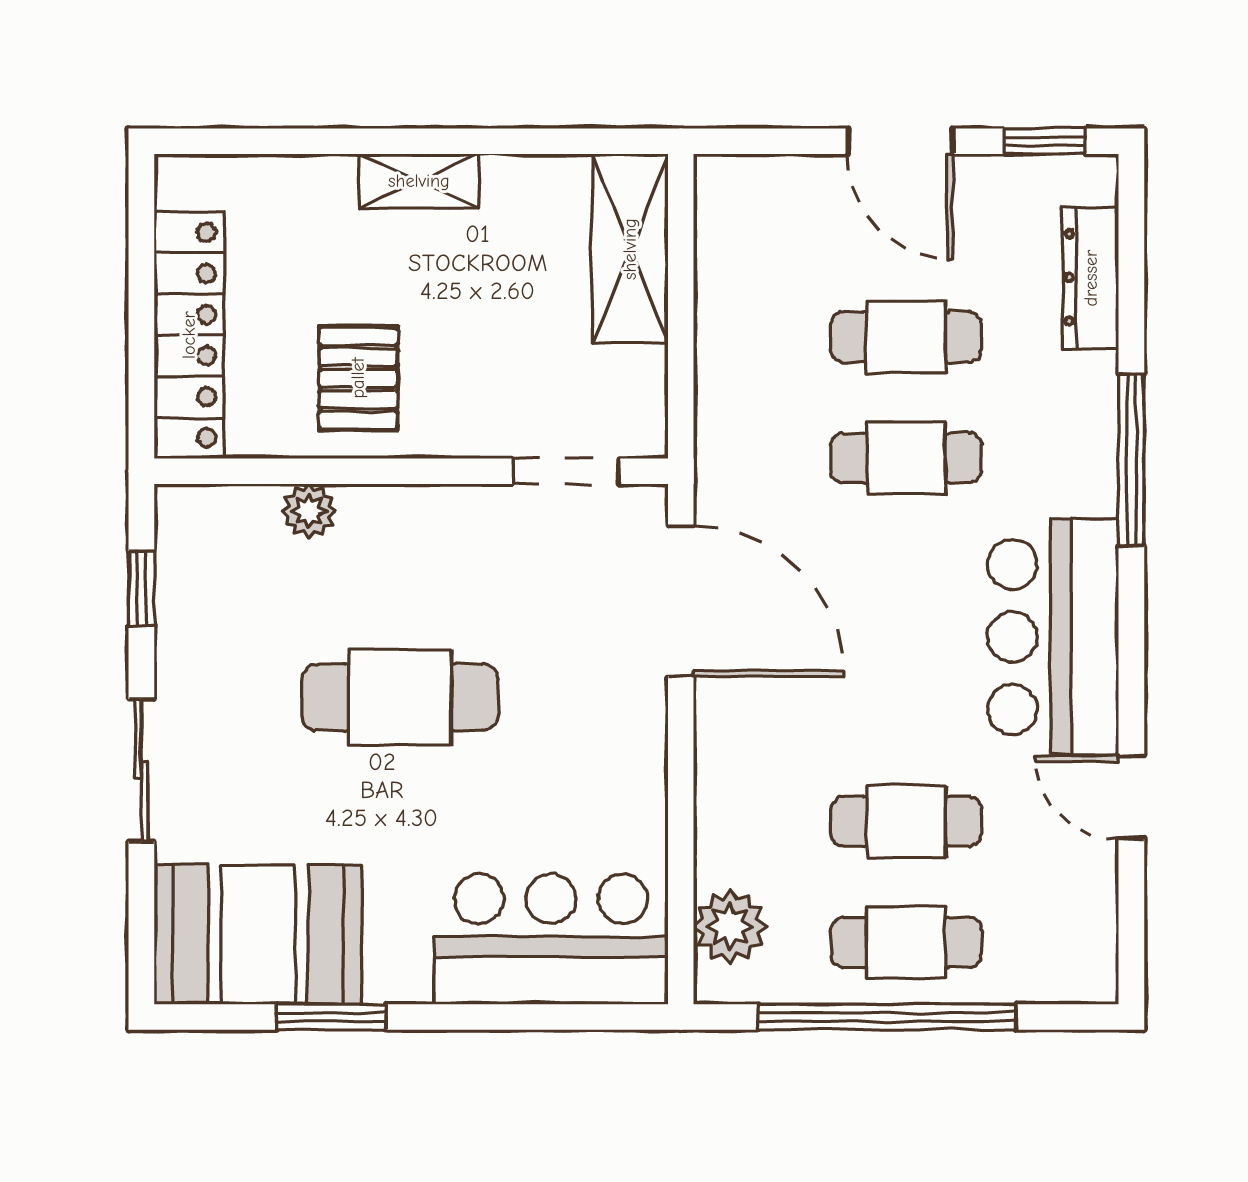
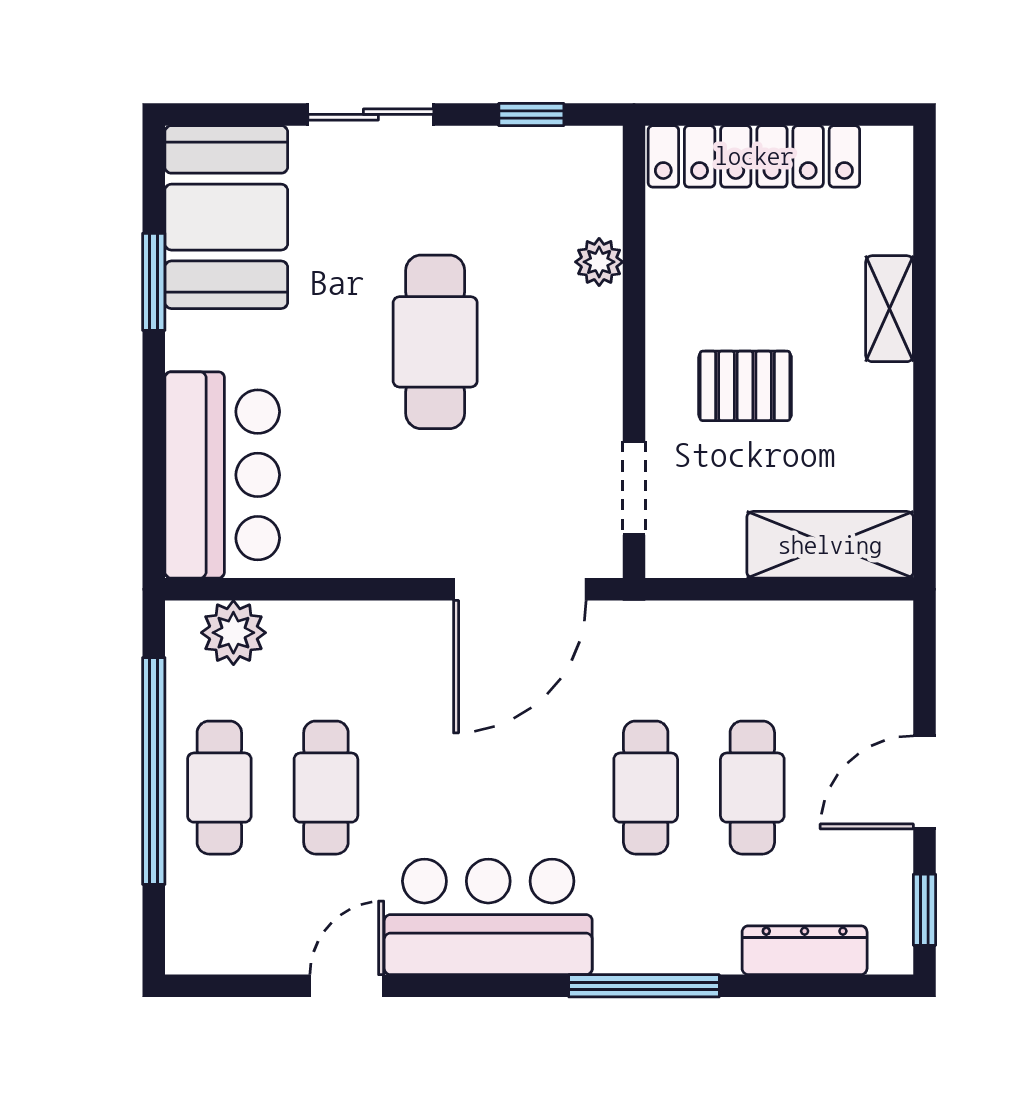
shelving: (419, 181) -> (890, 309), moved
pallet: (358, 378) -> (745, 386), moved

